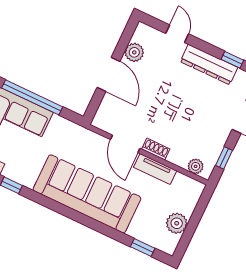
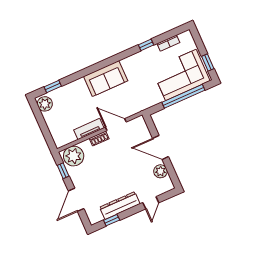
door: (177, 34) -> (151, 203), hinge flipped
plant: (196, 166) -> (74, 156), width x1.87, depth x1.87
sofa: (87, 194) -> (106, 79), width x0.54, depth x0.79
plant: (177, 223) -> (45, 104), moved

